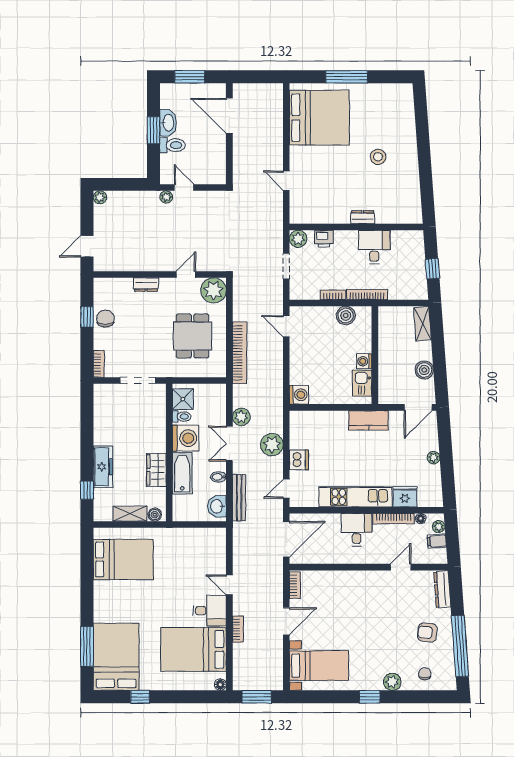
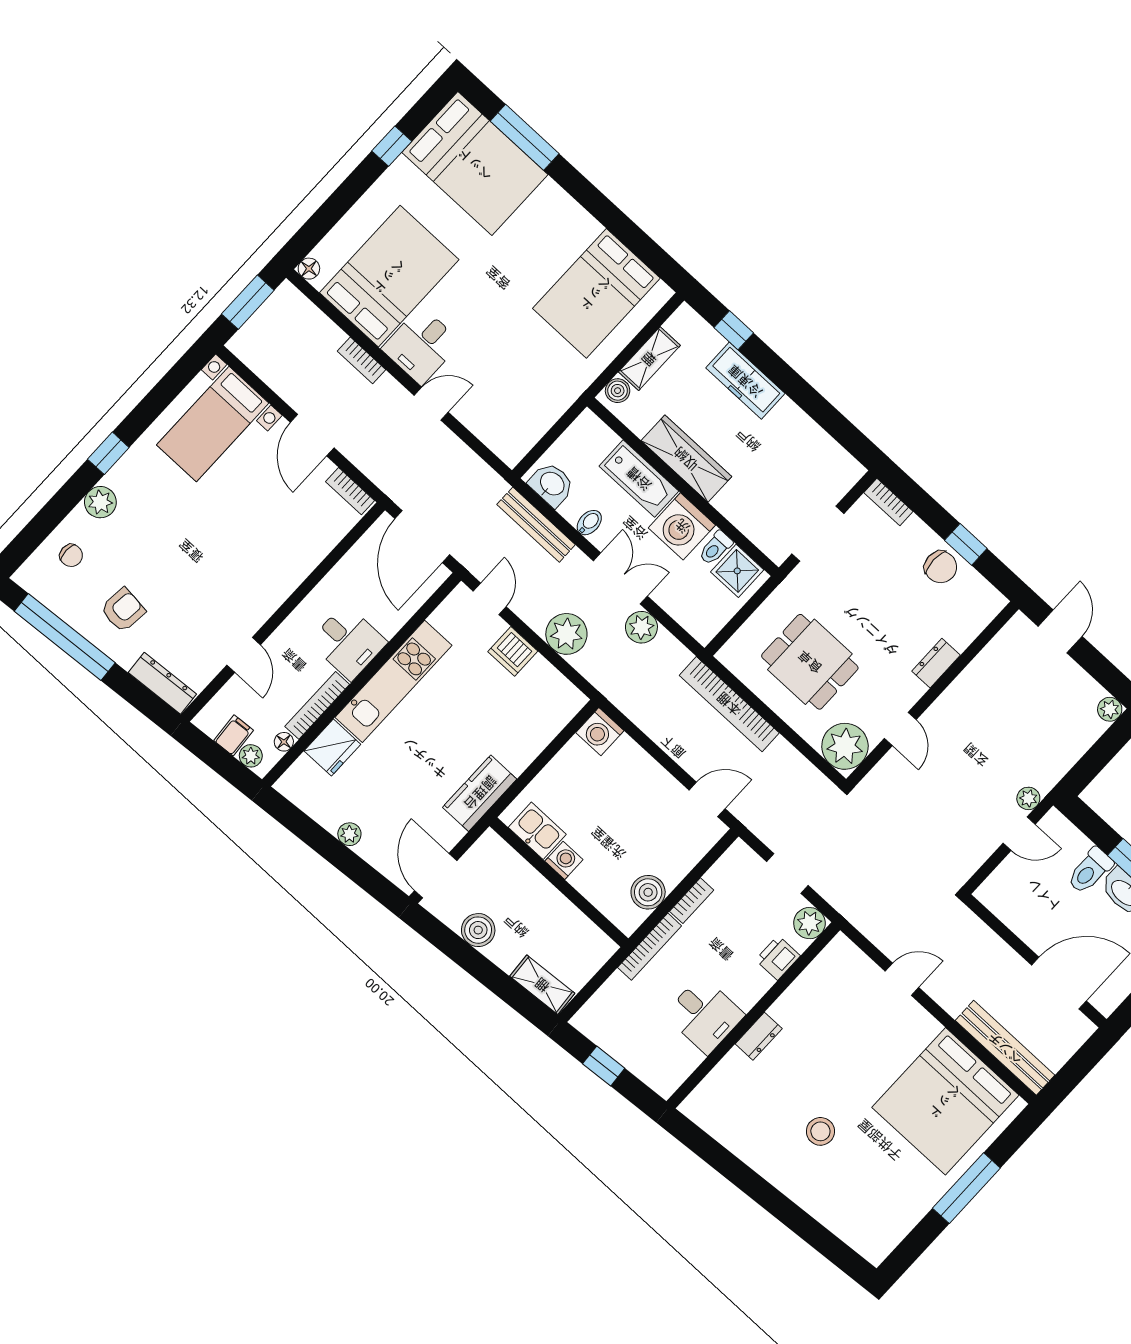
bench: (276, 113) -> (1005, 1048), added
wardrobe: (156, 470) -> (686, 459), width x1.50

